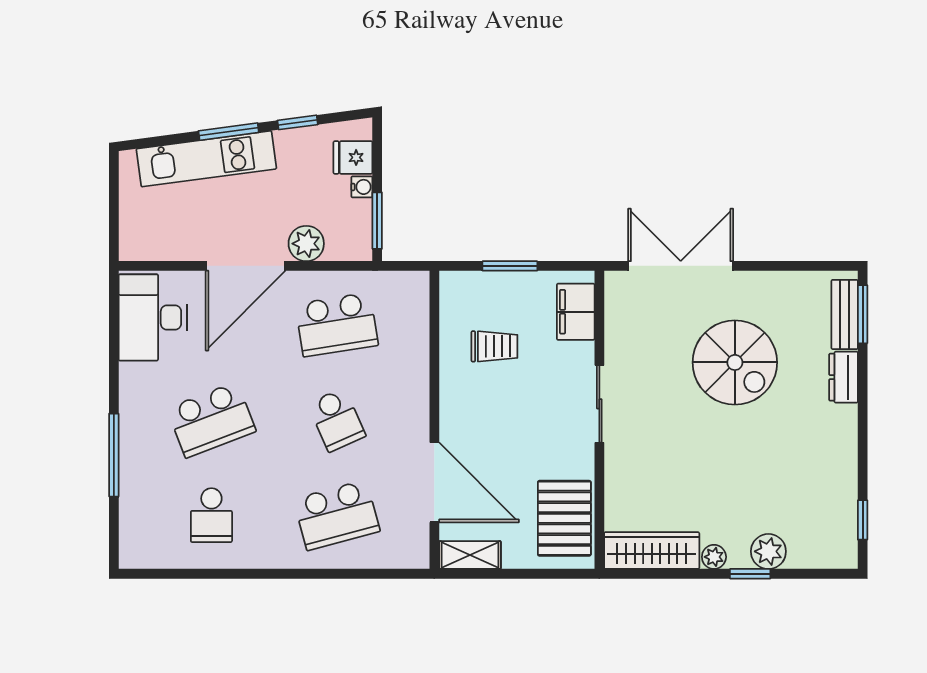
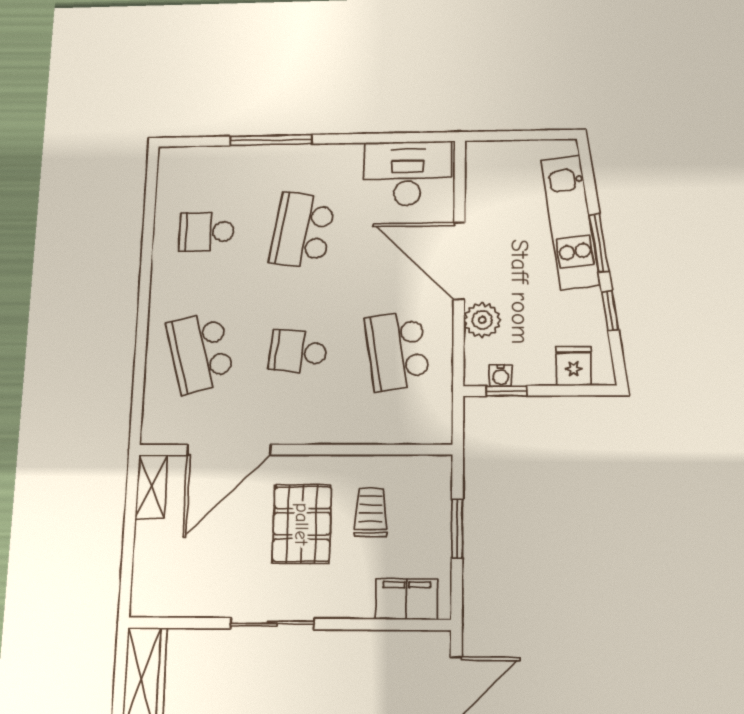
water cooler: (362, 187) -> (501, 375), moved
window: (377, 221) -> (506, 391), width x0.67
trolley: (494, 346) -> (371, 512), turned 180
sliding door: (599, 404) -> (272, 624), moved
school desk: (211, 420) -> (302, 230), turned 30
school desk: (337, 420) -> (298, 352), turned 30
pallet: (564, 518) -> (302, 524), moved, turned 90

